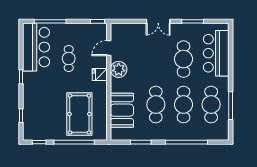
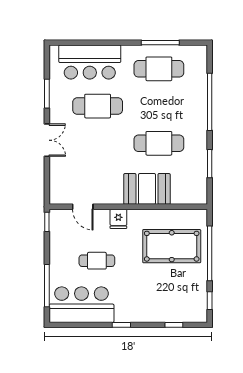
plant: (119, 69) -> (112, 193), removed
cafe table: (183, 105) -> (159, 106), removed
booth: (122, 110) -> (147, 189), moved

